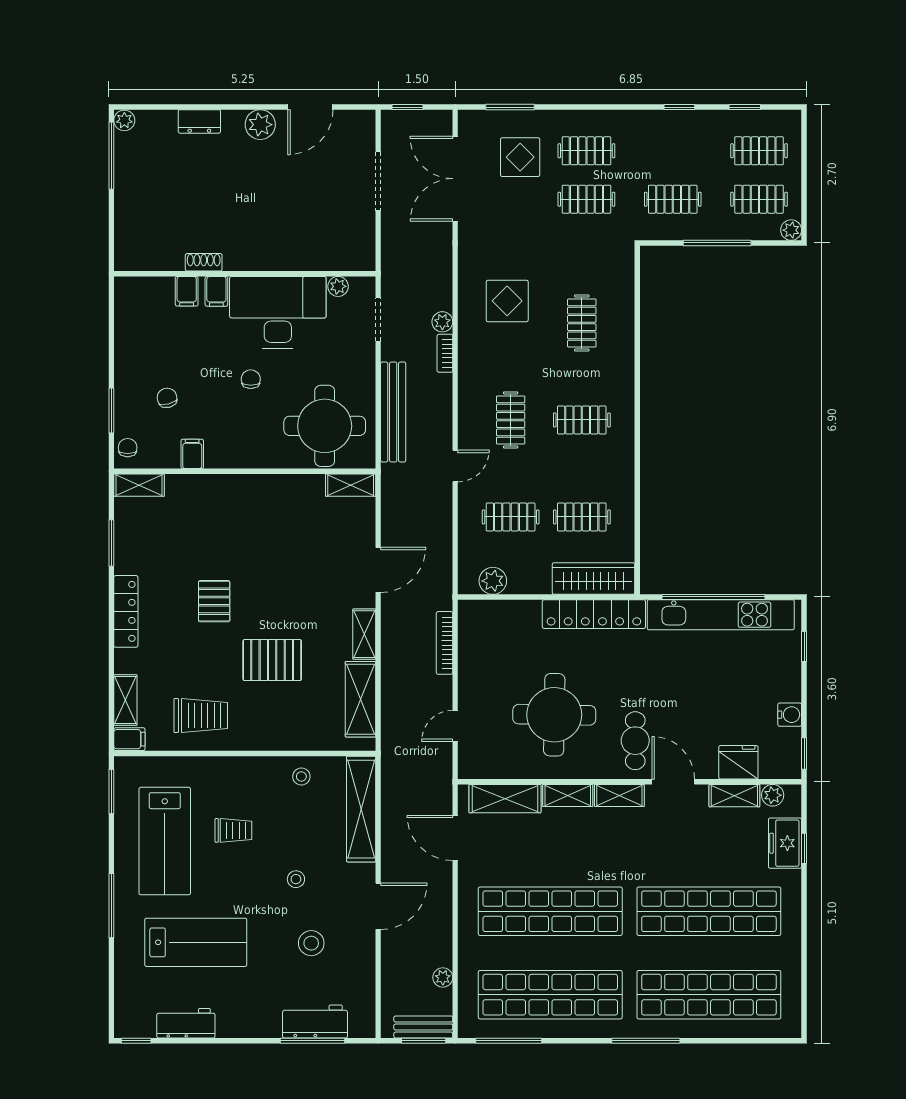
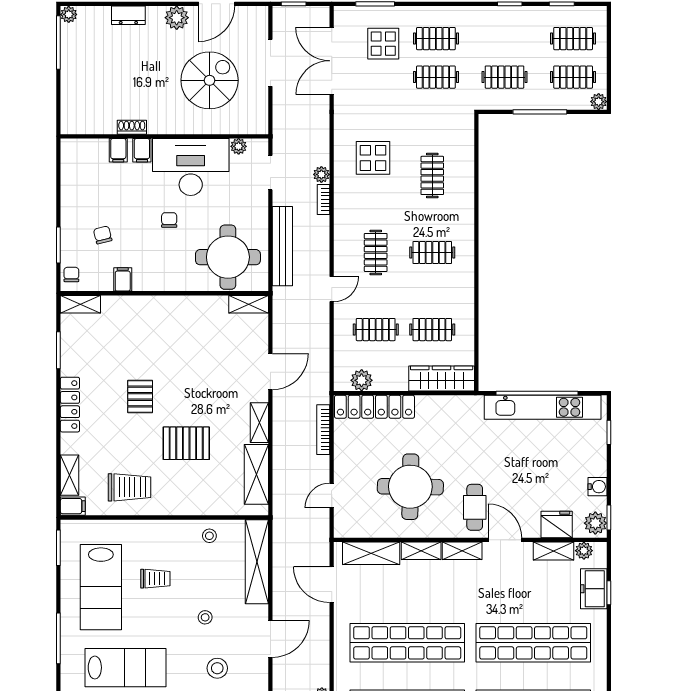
spiral stairs: (302, 203) -> (210, 80), added
locker: (594, 614) -> (374, 407), moved
plant: (787, 761) -> (595, 523), added

